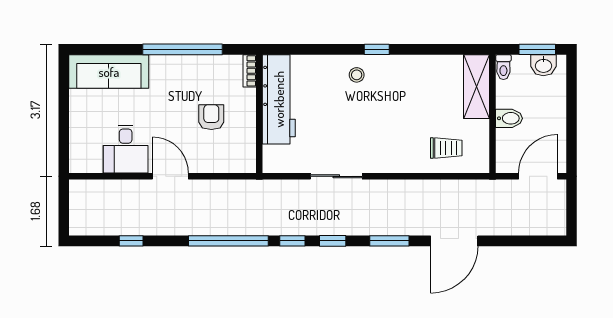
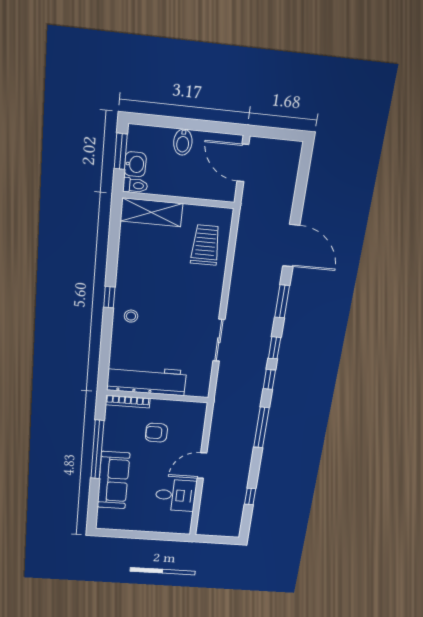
washbasin: (543, 65) -> (135, 164), moved
bookcase: (250, 71) -> (128, 402), width x1.56
sofa: (109, 72) -> (113, 480), moved
bidet: (509, 118) -> (183, 142), moved, turned 180
trolley: (446, 148) -> (206, 245), width x1.36, depth x1.39
window: (228, 241) -> (261, 428), width x0.68

